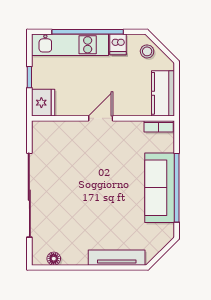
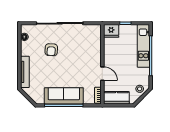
dishwasher: (118, 44) -> (144, 73), removed
door: (101, 118) -> (102, 74), moved
armchair: (77, 210) -> (51, 50), added

